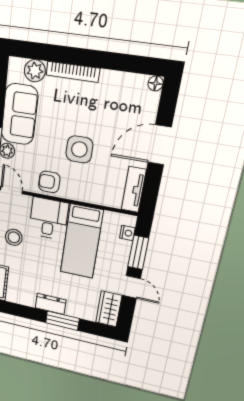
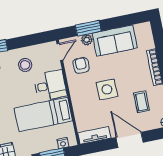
plant: (35, 71) -> (147, 42), removed
coffee table: (113, 108) -> (142, 102), added
armchair: (49, 182) -> (81, 65), moved

